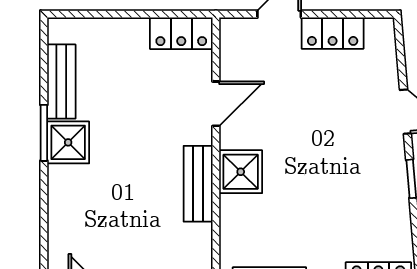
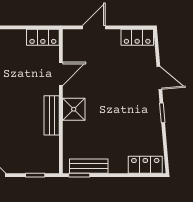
locker: (333, 33) -> (137, 37), moved

